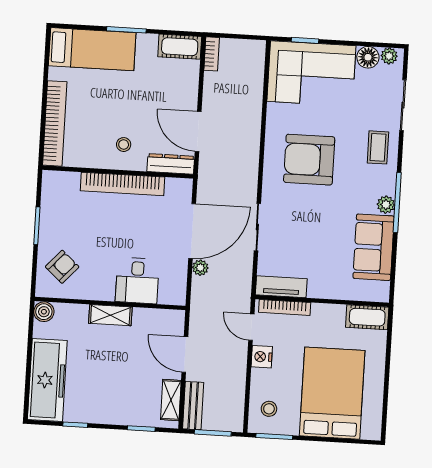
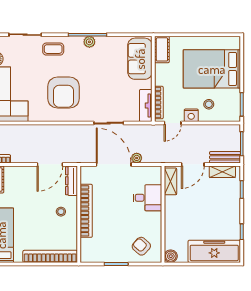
sofa: (374, 247) -> (140, 59), moved, turned 90
shelving: (110, 315) -> (170, 181), moved
stool: (269, 409) -> (209, 104), moved

